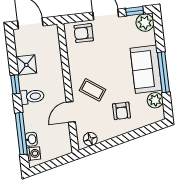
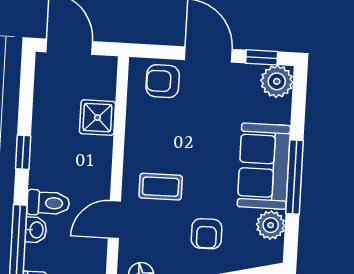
shower: (26, 65) -> (97, 118), moved
coffee table: (92, 90) -> (161, 187), turned -35
toilet: (32, 97) -> (48, 203), moved
washbasin: (31, 139) -> (36, 230), moved

